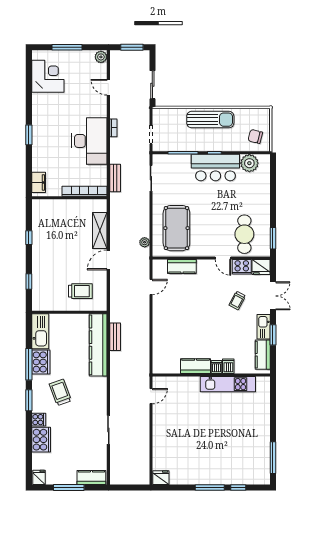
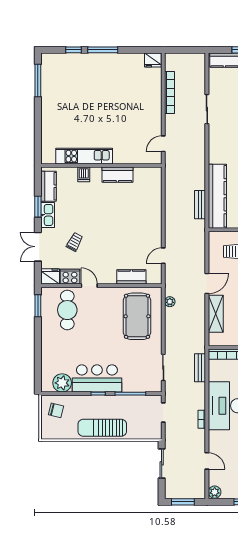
dishwasher: (217, 367) -> (96, 174), removed
bookcase: (145, 446) -> (169, 92), added

